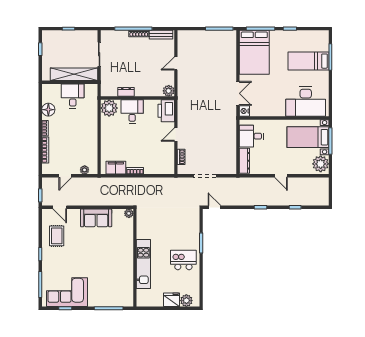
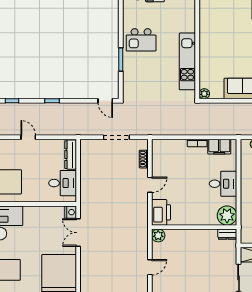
dresser: (126, 92) -> (227, 234), moved
desk: (132, 111) -> (223, 184), moved, turned -90
kitchen unit: (143, 264) -> (187, 61), moved

